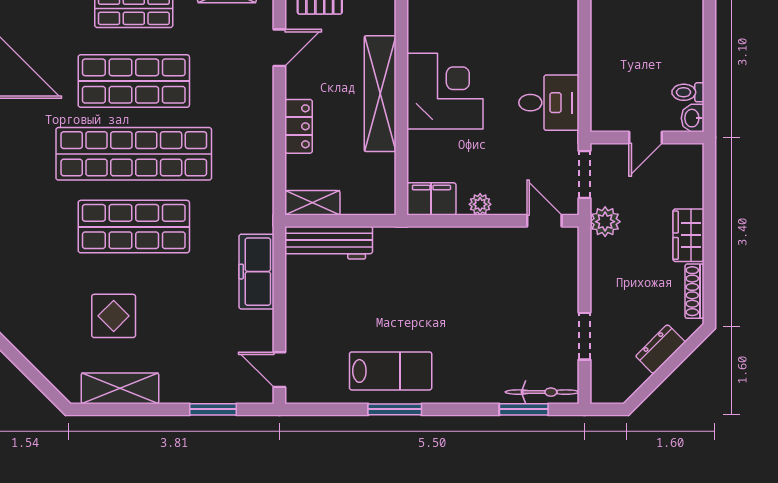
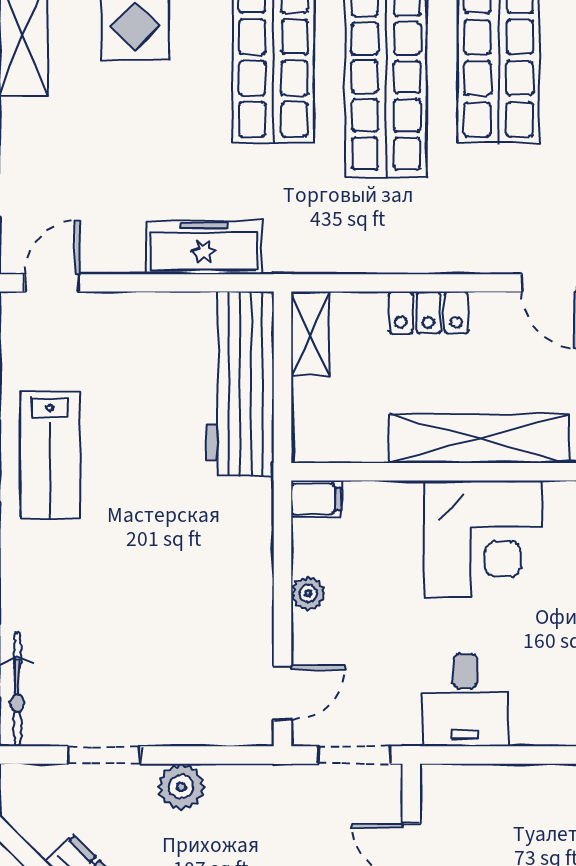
filing cabinet: (431, 199) -> (316, 499), width x0.50
plant: (605, 222) -> (181, 787), moved
workbench: (329, 243) -> (240, 384), width x1.36, depth x1.32

